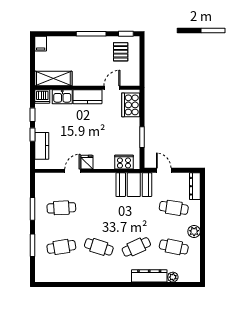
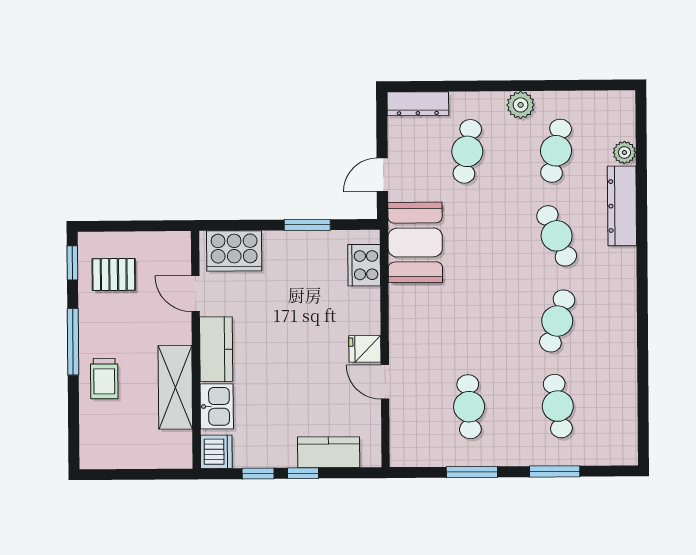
filing cabinet: (41, 44) -> (96, 456), removed
trolley: (75, 47) -> (104, 379), added
shelving: (53, 79) -> (175, 387), moved

